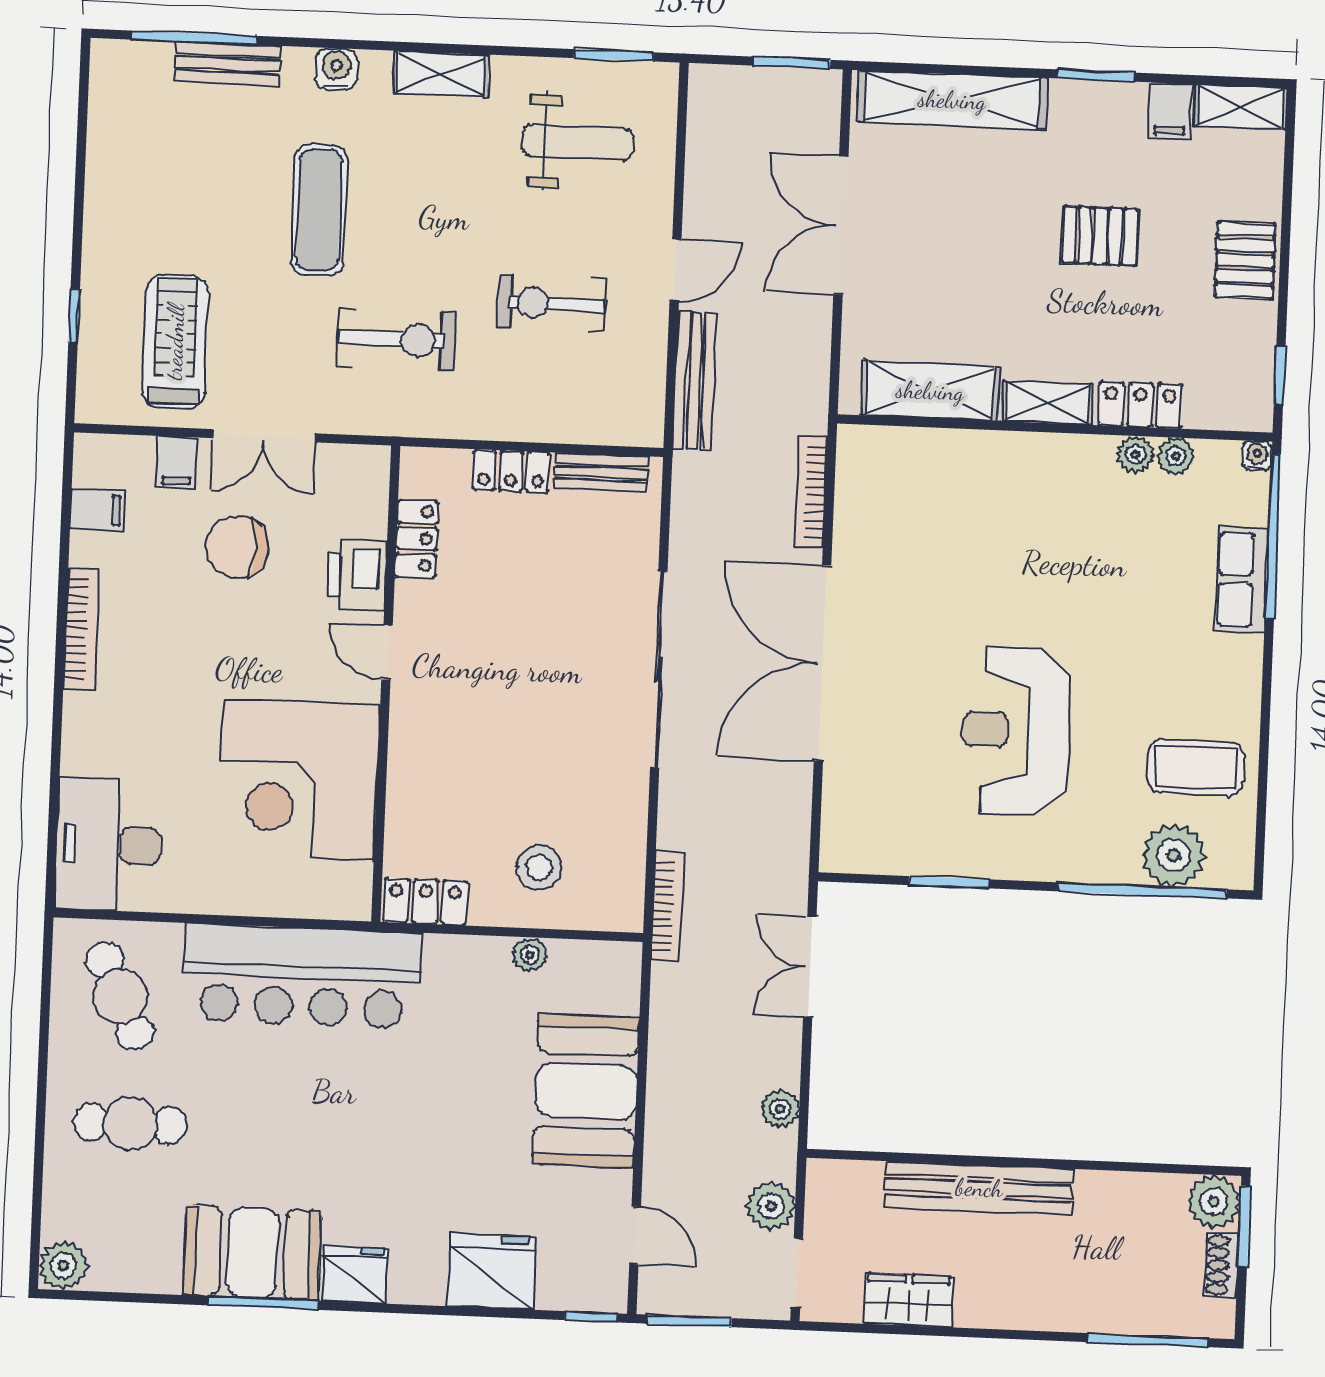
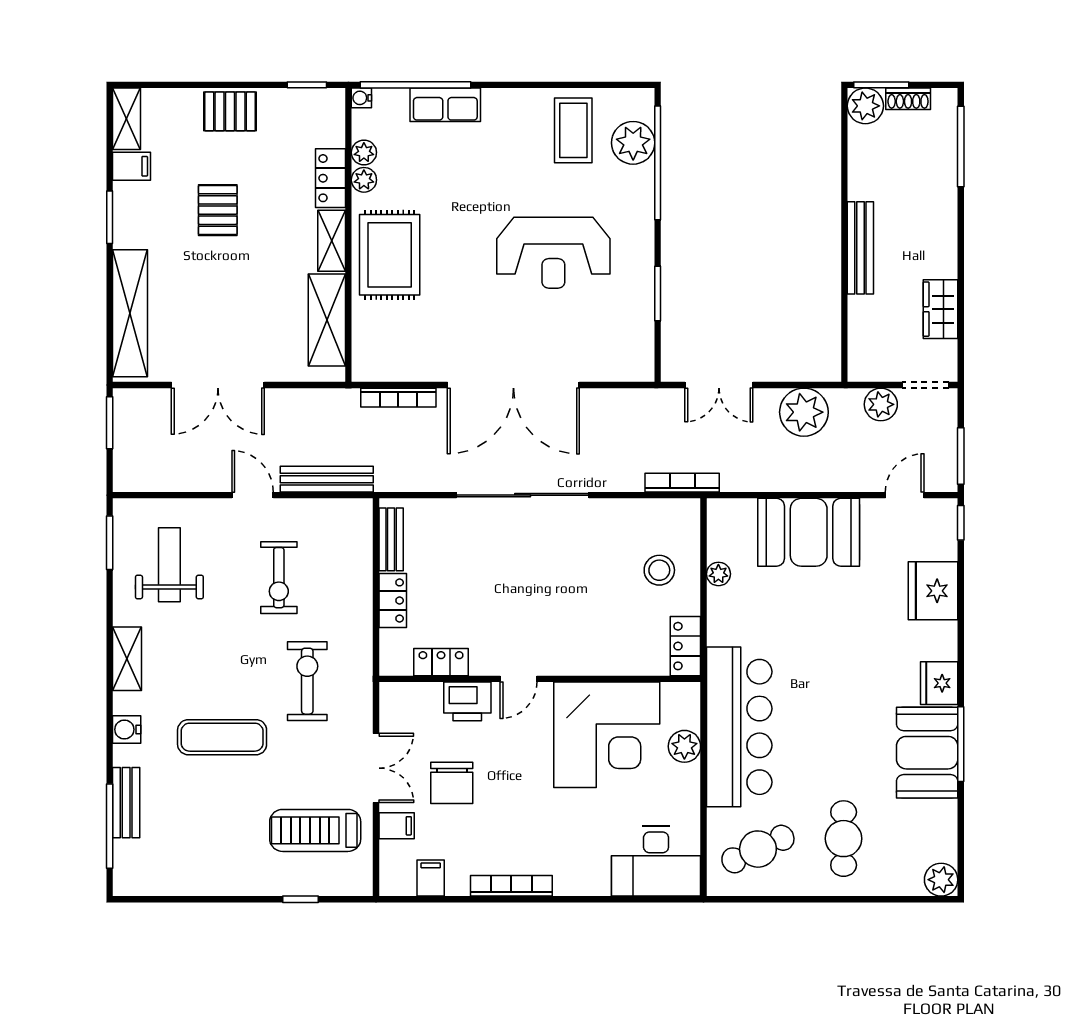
rug: (1023, 488) -> (390, 255), added
plant: (277, 894) -> (684, 746), added
plant: (780, 1109) -> (804, 412), width x1.88, depth x1.88
bench: (979, 1188) -> (860, 248), width x0.73, depth x0.82

